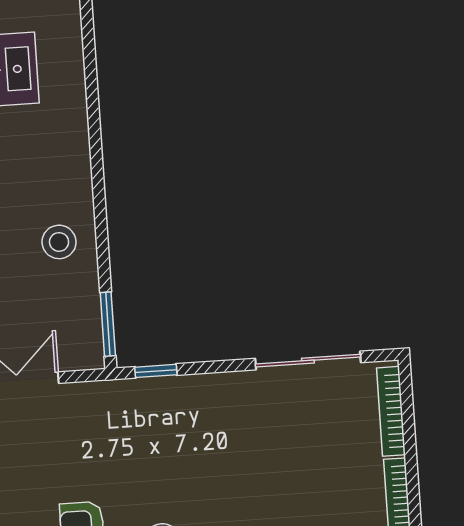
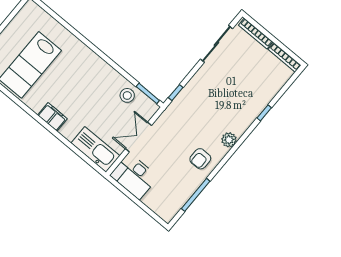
stool: (59, 242) -> (127, 95), moved

